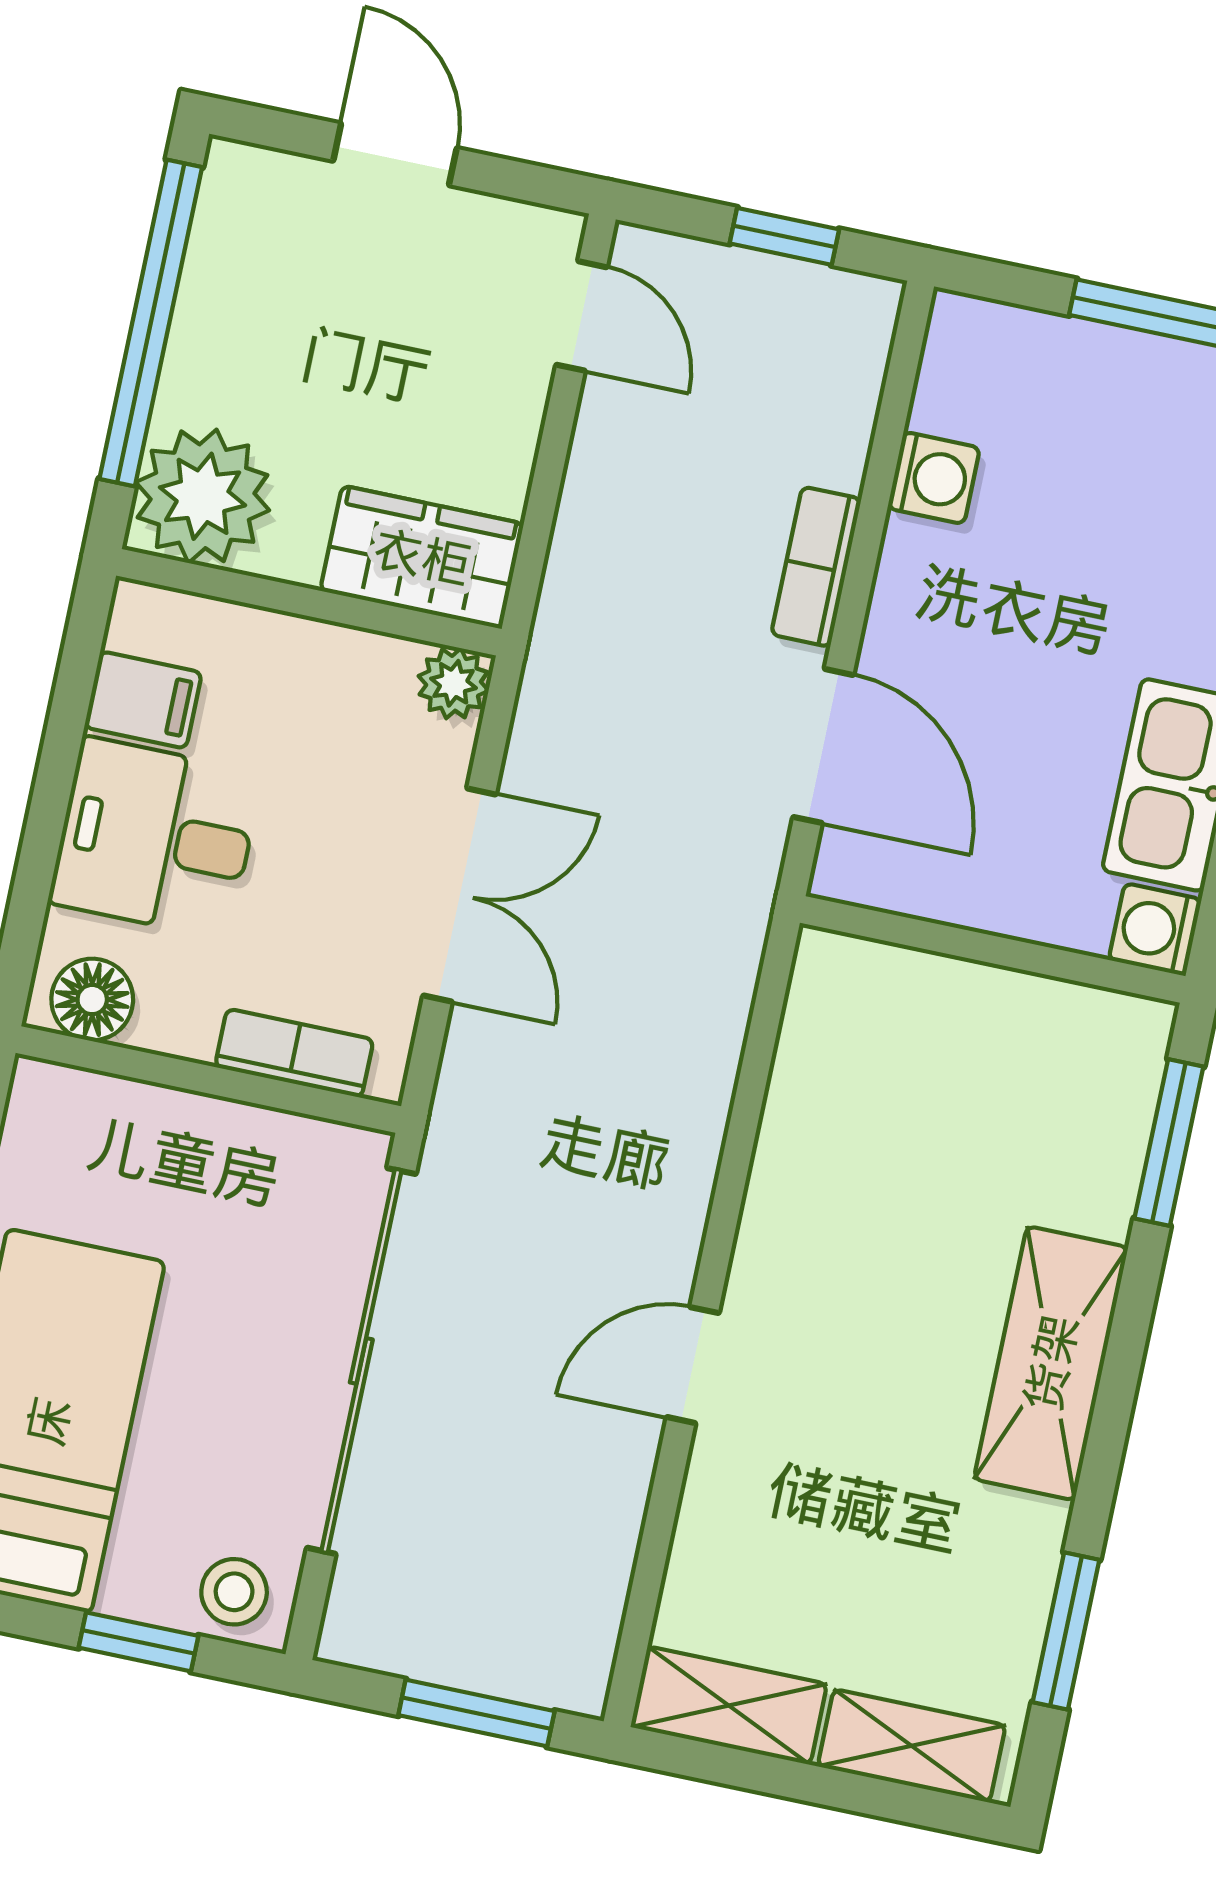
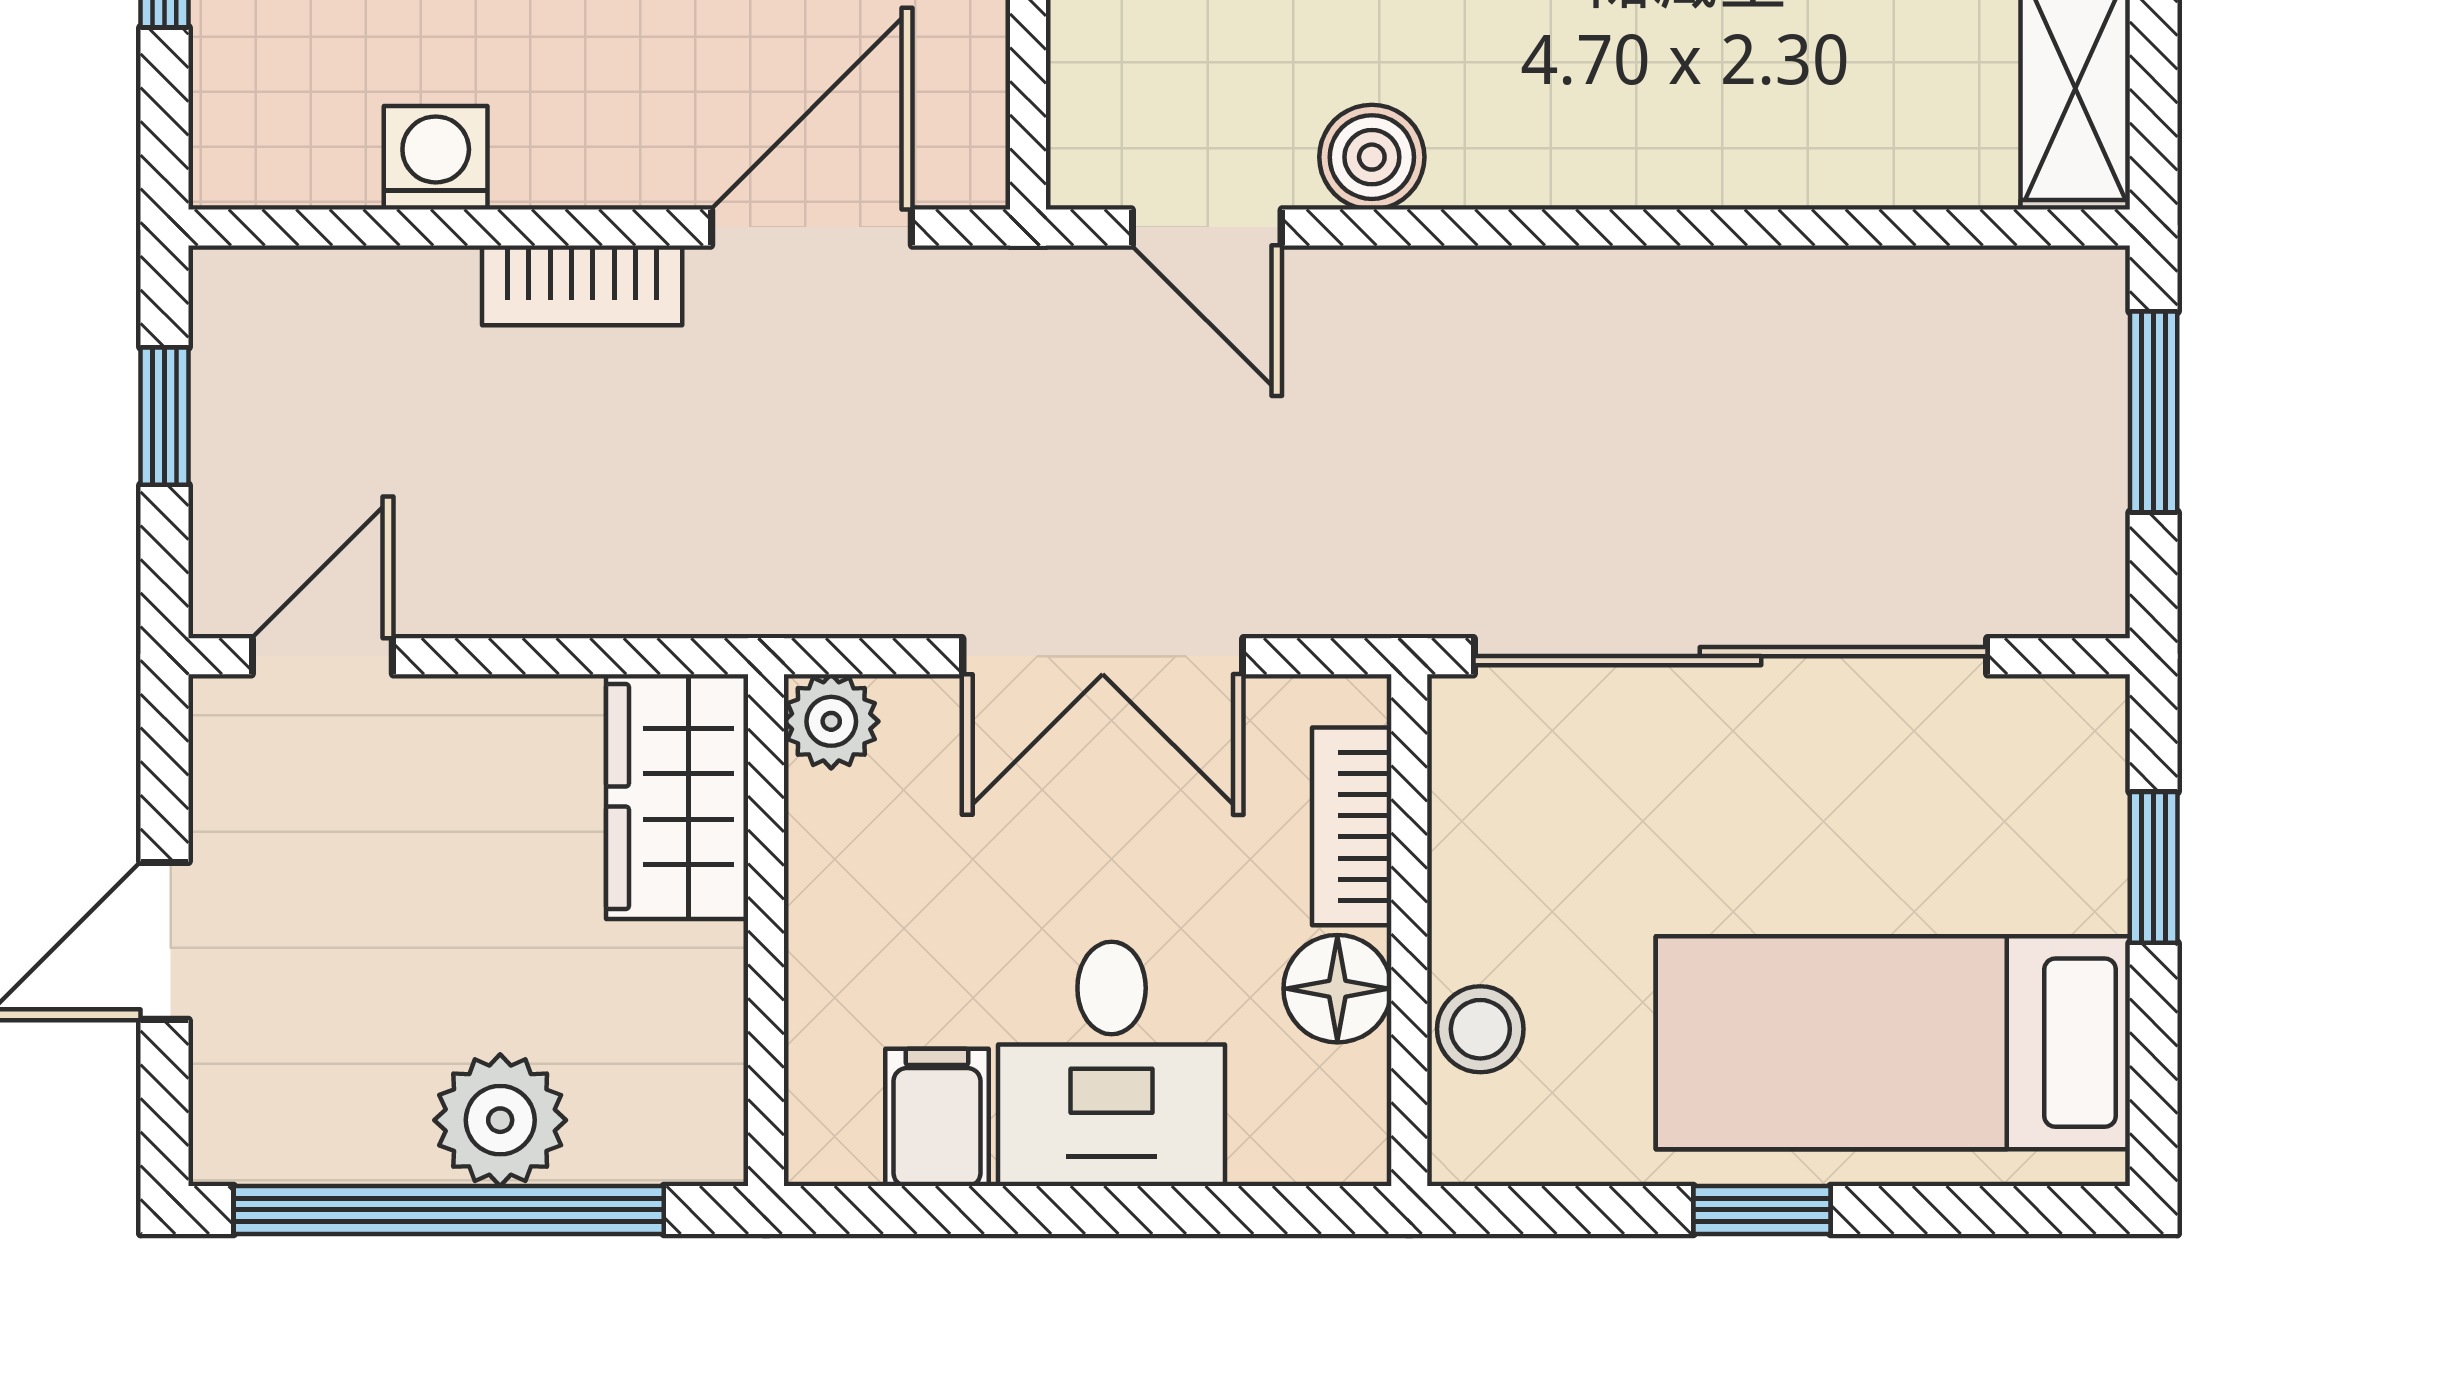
plant: (203, 496) -> (500, 1120), moved, width x0.73, depth x0.73
double door: (459, 895) -> (1103, 656), swing flipped
floor lamp: (92, 1000) -> (1337, 989), moved
boiler: (788, 1173) -> (1372, 157), added
door: (693, 1365) -> (1207, 227), moved
stool: (234, 1592) -> (1480, 1029), moved

